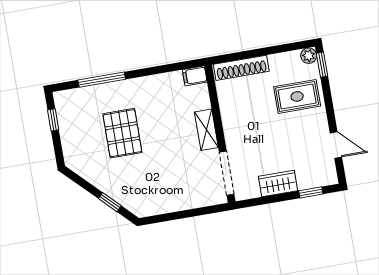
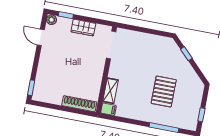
plant: (309, 56) -> (52, 20), moved
rug: (297, 96) -> (53, 75), removed
shelving: (206, 130) -> (110, 91), moved

